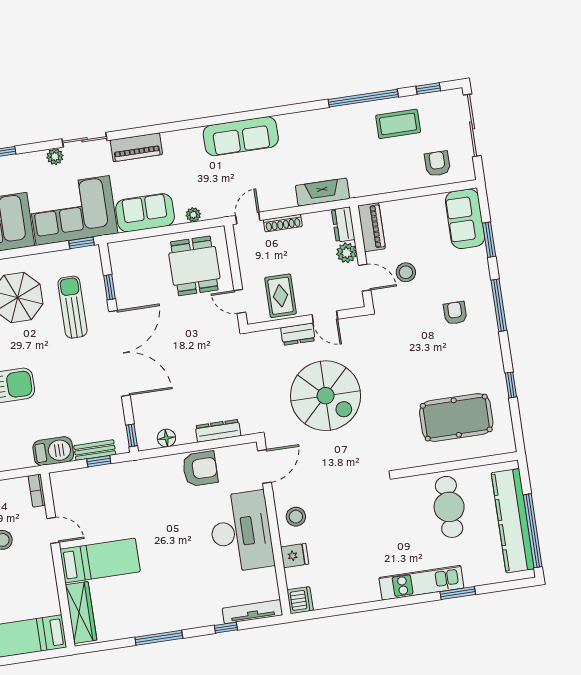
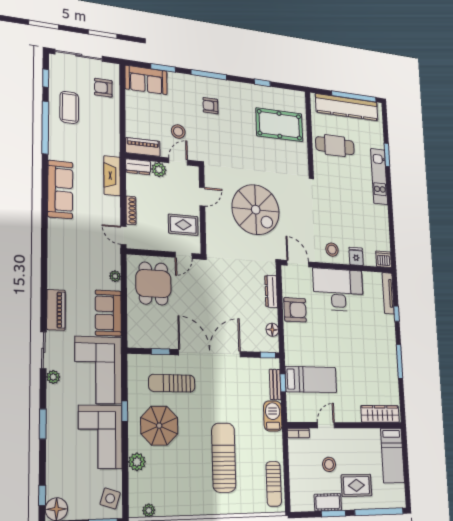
sofa: (241, 136) -> (60, 189), moved
window: (81, 243) -> (125, 411), moved
dining table: (194, 266) -> (153, 284), turned 90
dresser: (298, 334) -> (212, 219), removed
spiral stairs: (326, 396) -> (256, 210), turned 90
pool table: (456, 418) -> (279, 125), turned 90
armchair: (200, 469) -> (295, 310), turned 90
bed: (100, 561) -> (311, 379), moved, turned 90

